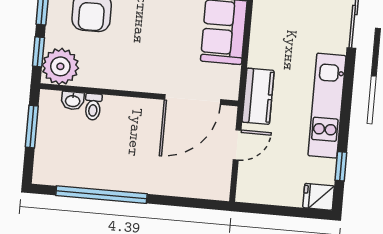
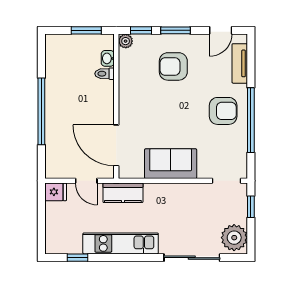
plant: (60, 66) -> (126, 41), width x0.53, depth x0.53
window: (101, 195) -> (41, 111), moved
fridge: (319, 197) -> (56, 192), moved, turned 90

